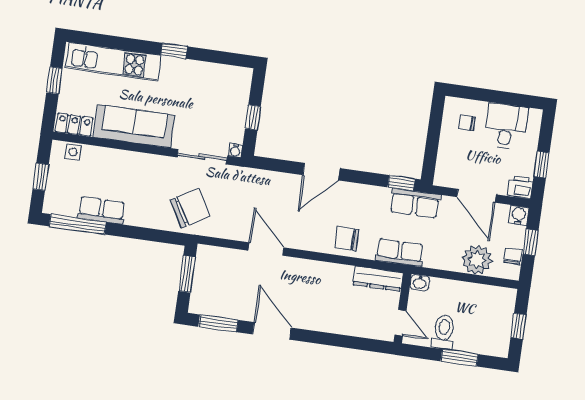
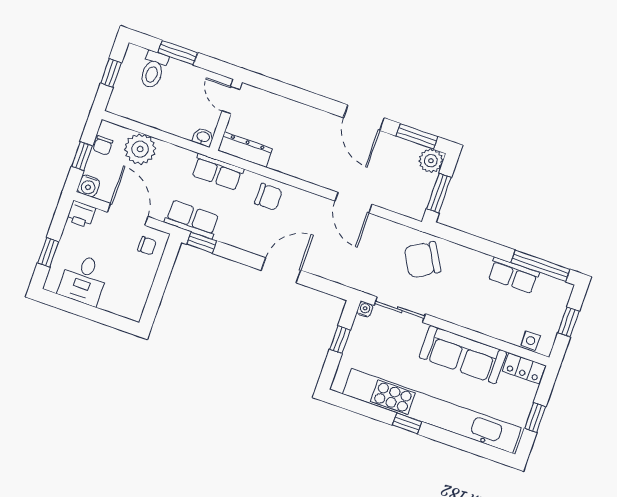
kitchen unit: (113, 62) -> (432, 411), width x1.86
chair: (467, 123) -> (147, 246), moved
window: (542, 165) -> (48, 252), moved
plant: (201, 303) -> (431, 161), added
toilet: (444, 332) -> (153, 70), moved

